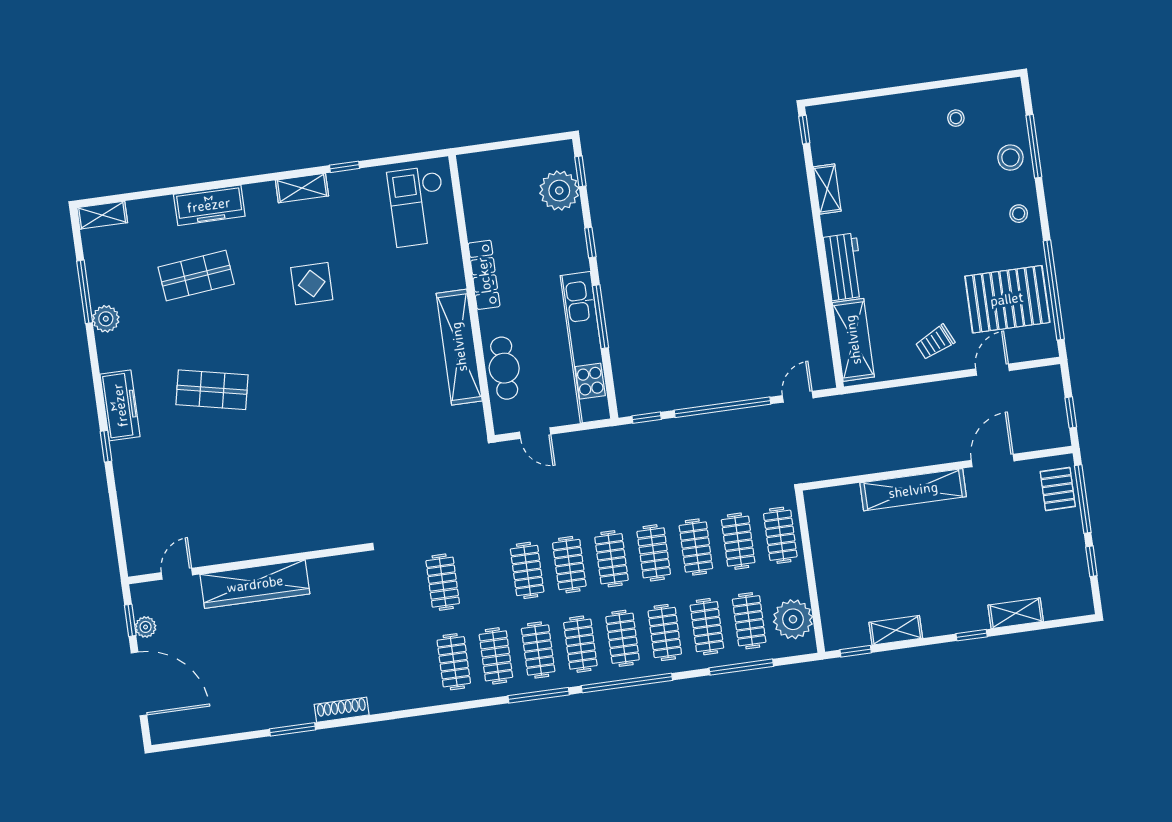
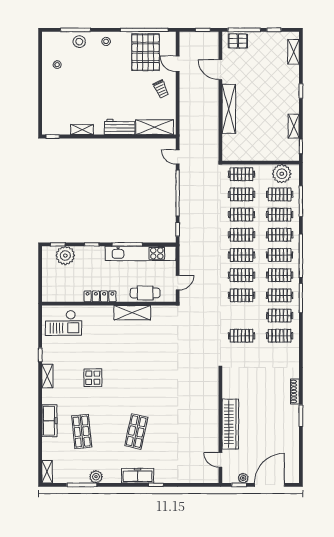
shelving: (459, 347) -> (132, 313), width x0.68
shelving: (1016, 613) -> (293, 52), moved

